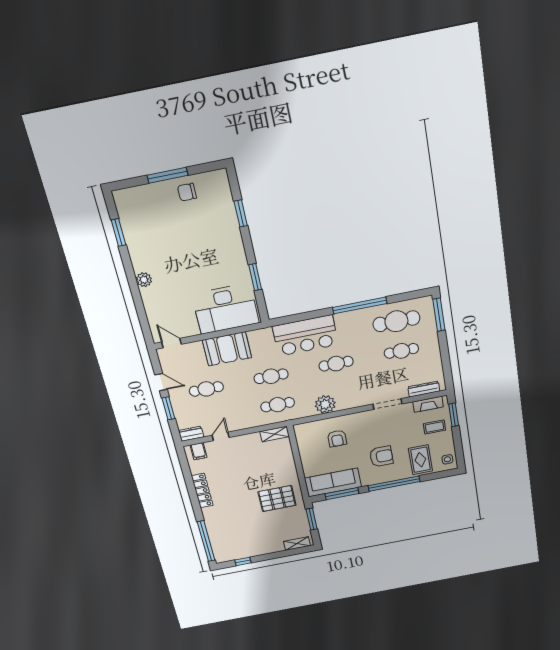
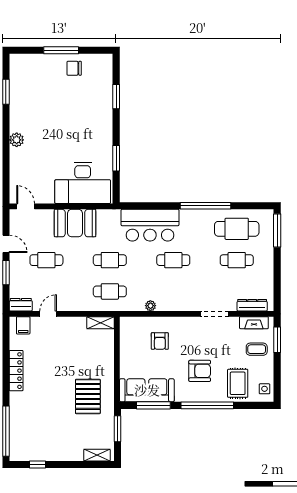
plant: (325, 404) -> (150, 306), width x0.53, depth x0.53
pallet: (277, 499) -> (88, 396), turned 90

